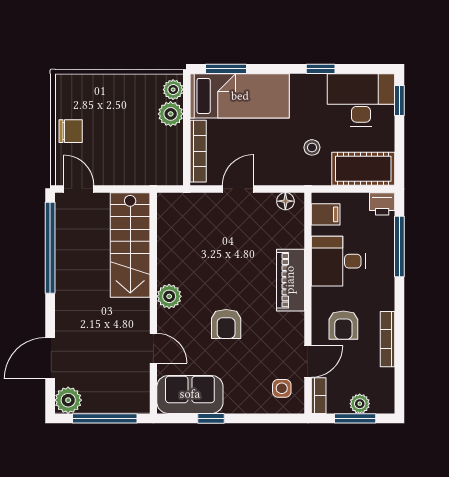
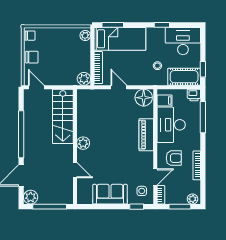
chair: (67, 90) -> (30, 36), added
window: (399, 100) -> (203, 69), moved
plant: (171, 114) -> (84, 79), moved
door: (238, 189) -> (119, 87), hinge flipped
floor lamp: (285, 201) -> (144, 98), width x1.89, depth x1.89
window: (50, 248) -> (21, 134), moved
desk: (338, 261) -> (171, 125), width x1.37
armchair: (226, 324) -> (113, 157), removed
armchair: (343, 325) -> (174, 158), turned -90
sofa: (190, 394) -> (110, 194), moved
plant: (360, 404) -> (192, 199), moved
window: (211, 418) -> (137, 207), moved

